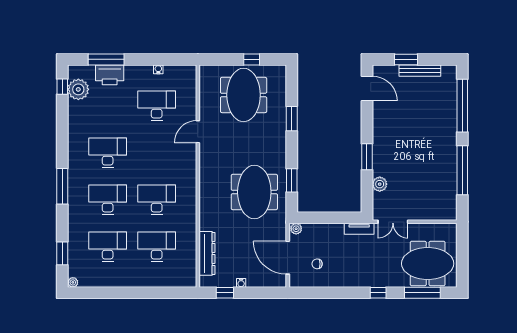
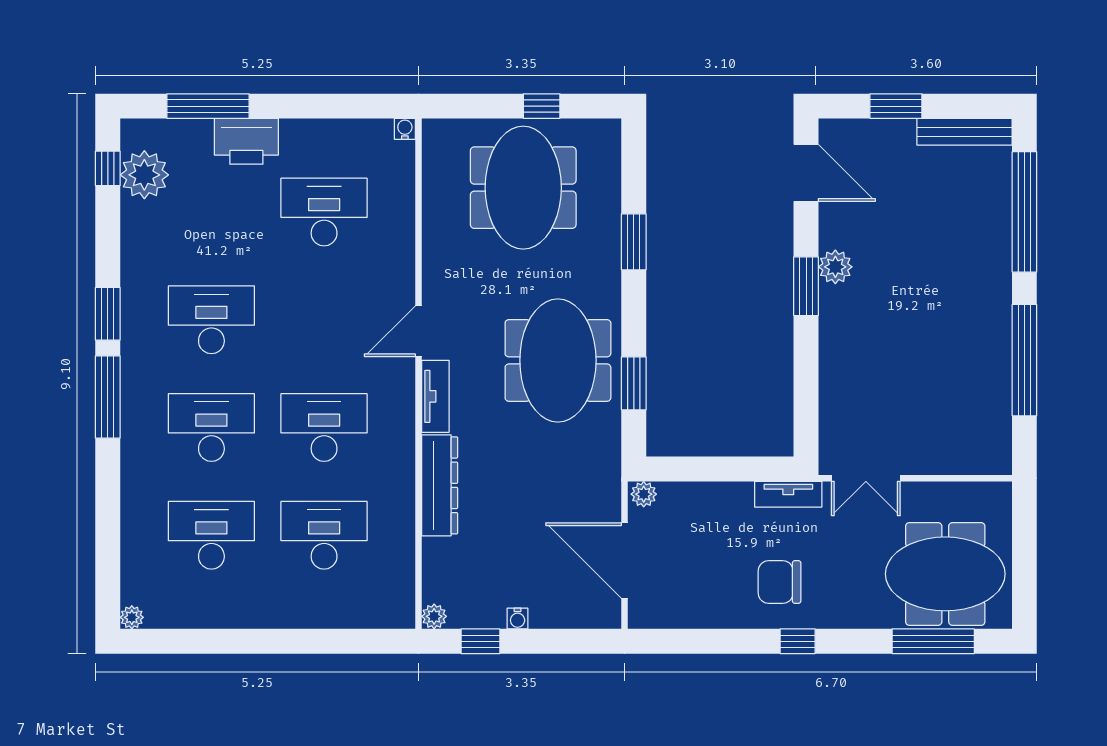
water cooler: (158, 69) -> (405, 129), moved
bench: (420, 71) -> (964, 132), moved
printer: (110, 75) -> (246, 141), moved
door: (198, 132) -> (418, 331), moved
window: (367, 157) -> (806, 286), moved
plant: (380, 184) -> (835, 267), moved
tv unit: (205, 186) -> (435, 396), added
meeting table: (254, 192) -> (558, 360), moved
window: (62, 253) -> (108, 314), moved
dresser: (207, 253) -> (440, 485), moved
chair: (317, 264) -> (780, 582), moved, width x1.87, depth x1.87
plant: (205, 282) -> (434, 616), added
window: (378, 293) -> (798, 641), moved

